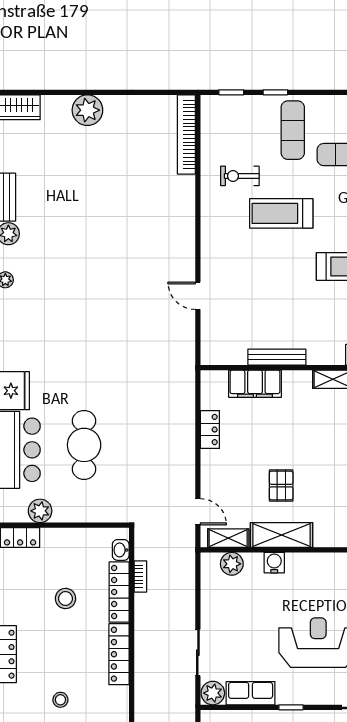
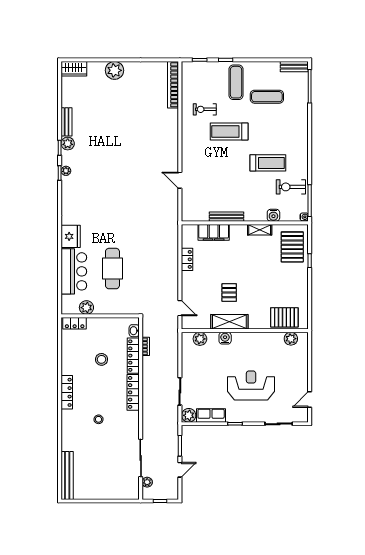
shelving: (228, 538) -> (198, 324), removed

